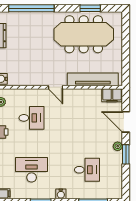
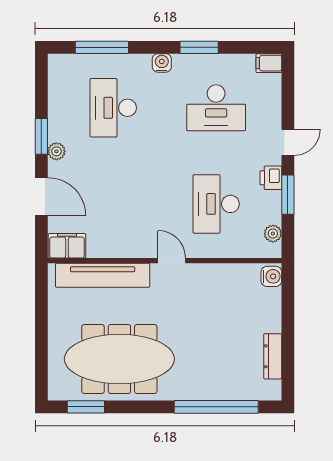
window: (90, 8) -> (86, 407), moved
desk: (32, 118) -> (216, 204), width x1.37
desk: (87, 170) -> (113, 108), width x1.37

